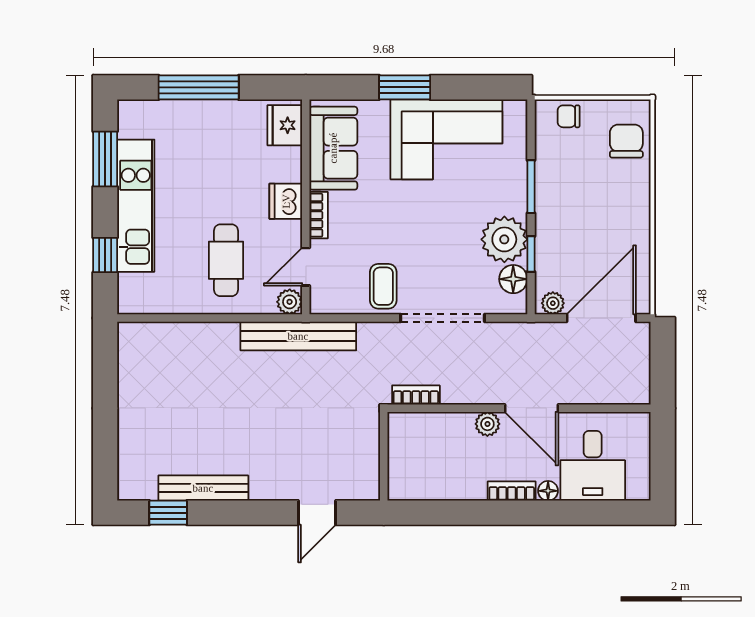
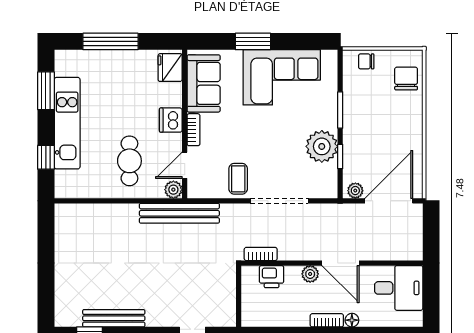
floor lamp: (513, 279) -> (328, 174), removed
printer: (432, 428) -> (272, 277), added
desk: (593, 466) -> (399, 288), moved, turned -90

